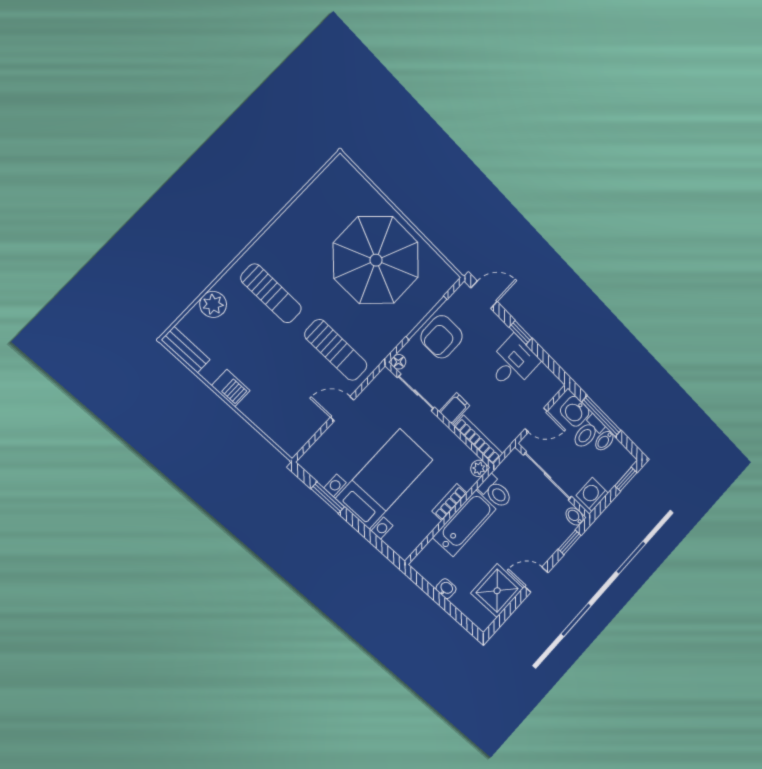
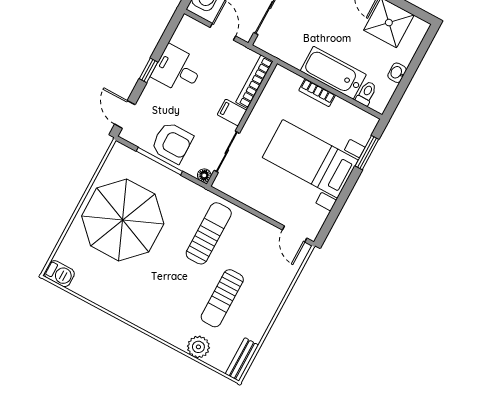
sun lounger: (271, 293) -> (222, 298), moved, turned 180
barbecue: (231, 388) -> (59, 274), moved, turned 90
door: (342, 409) -> (295, 234), moved
plant: (479, 468) -> (280, 74), removed
toilet: (496, 492) -> (366, 93), moved, width x0.73, depth x0.72
window: (328, 498) -> (367, 153), moved

